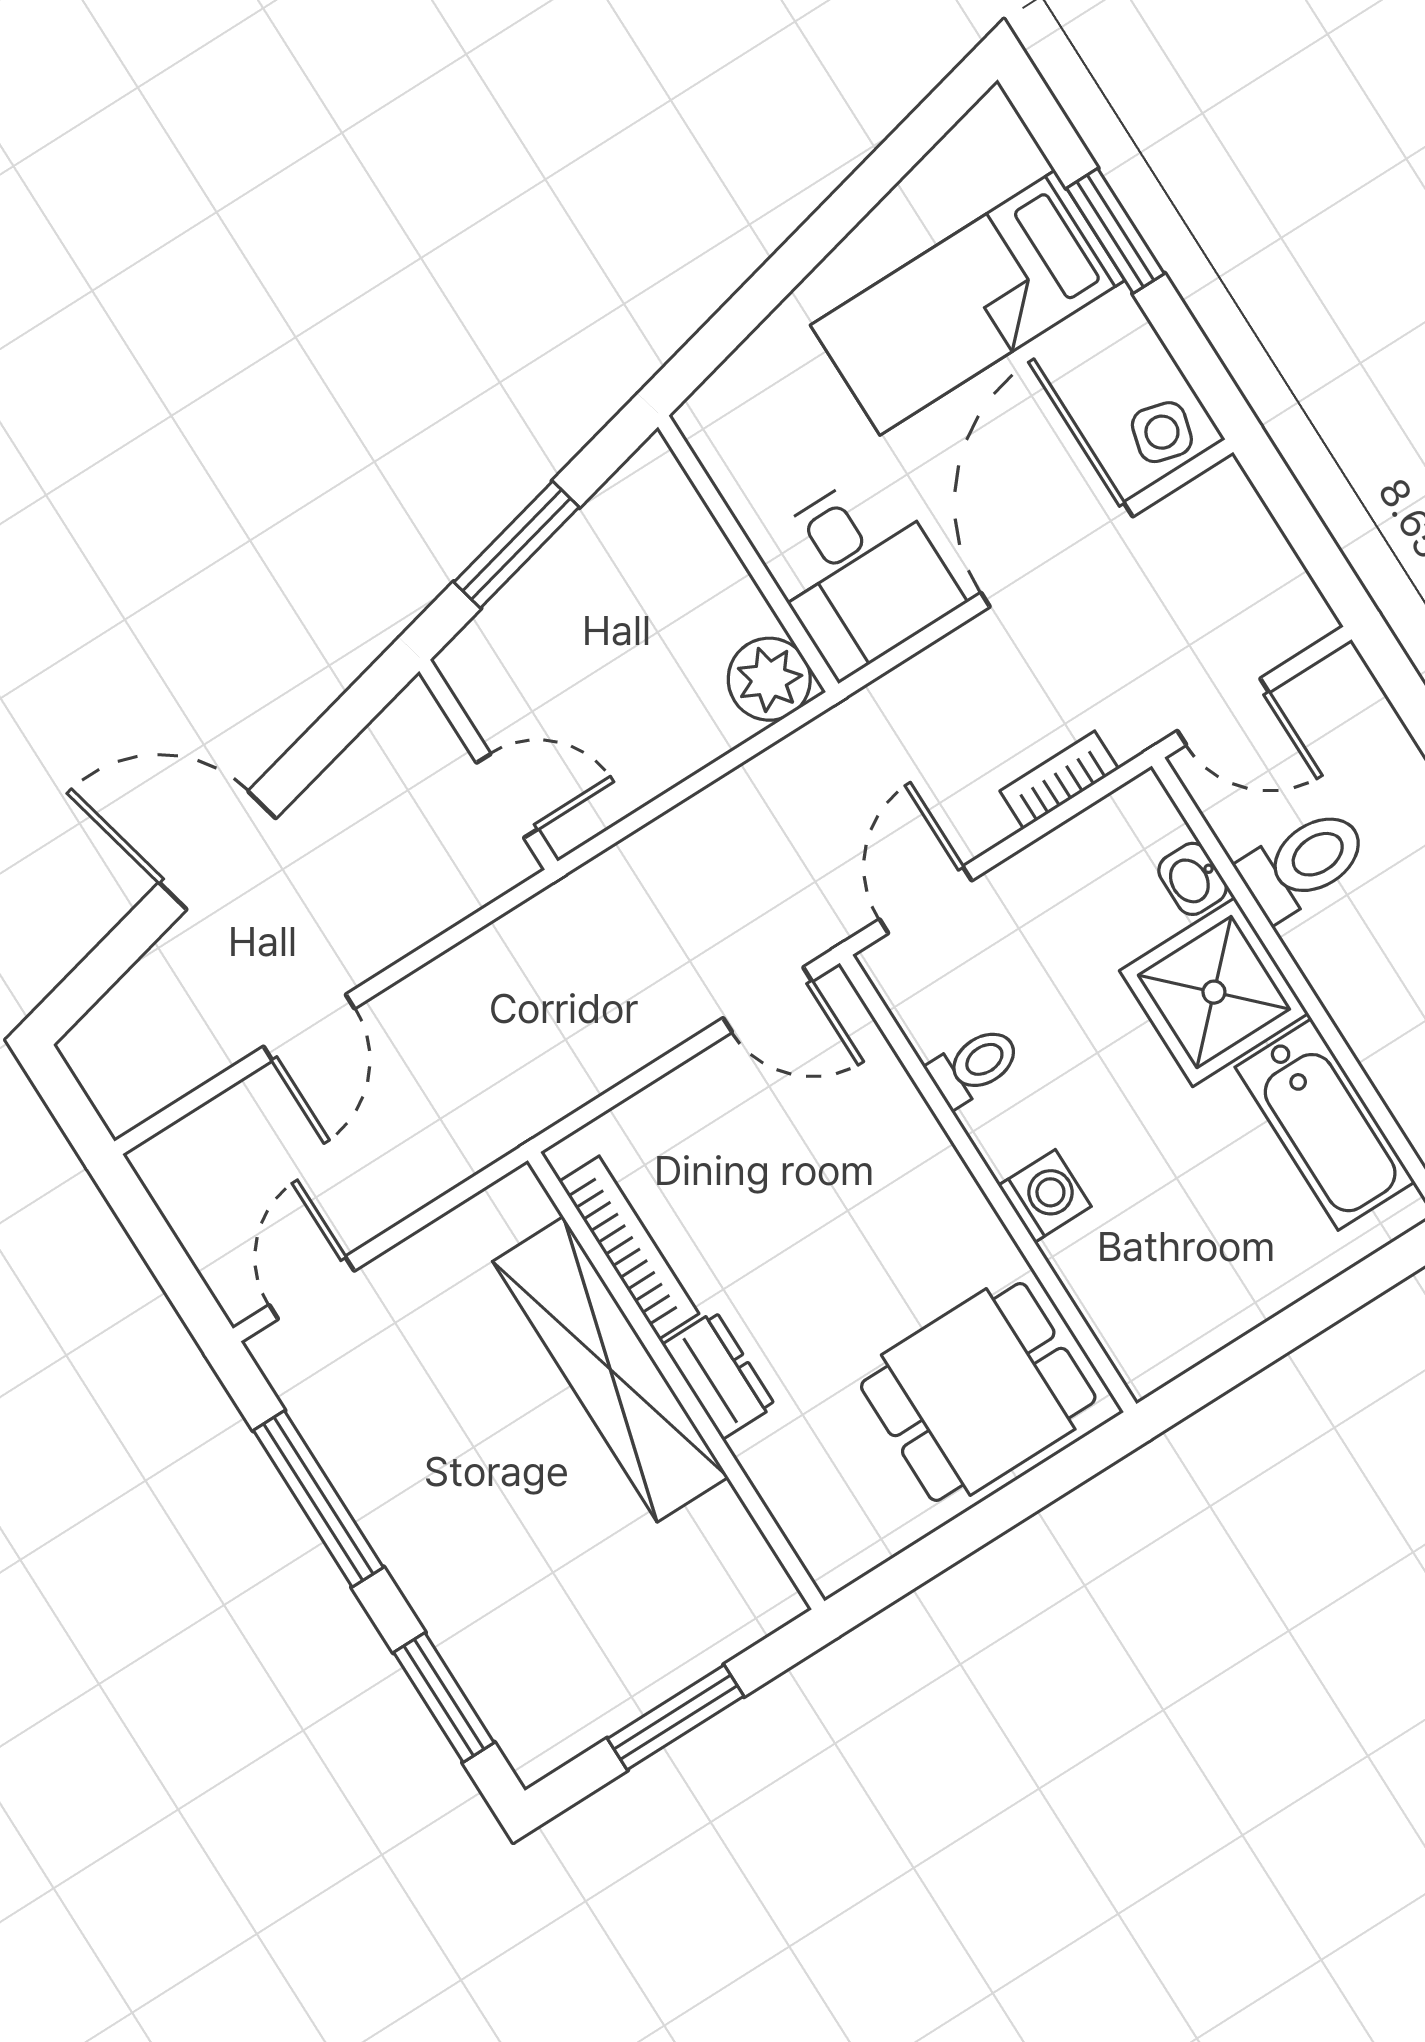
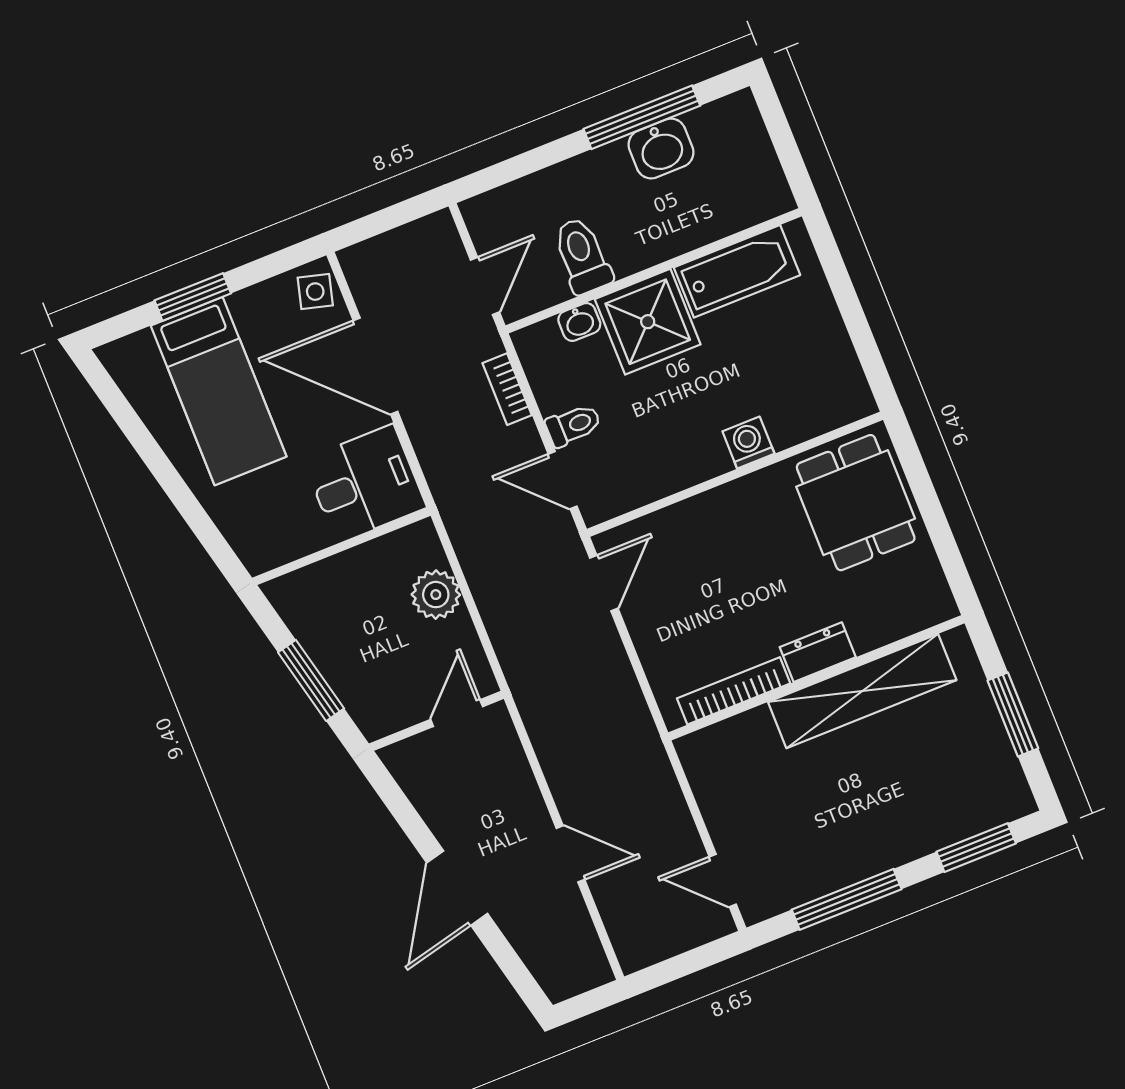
plant: (769, 679) -> (436, 595), moved
toilet: (974, 1066) -> (573, 425), moved, turned 90
shelving: (610, 1369) -> (862, 691), moved

